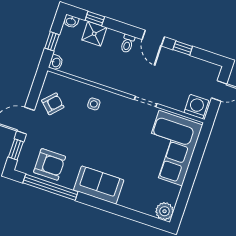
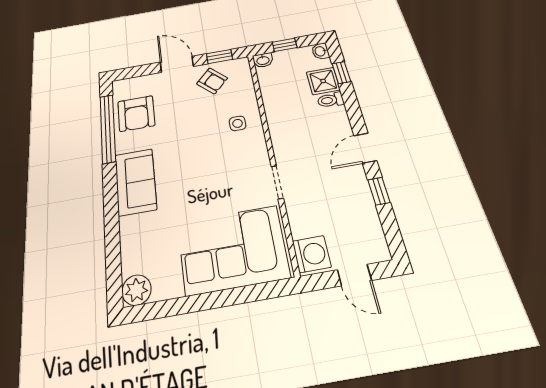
toilet: (127, 44) -> (330, 100), moved
window: (16, 149) -> (219, 57), moved

